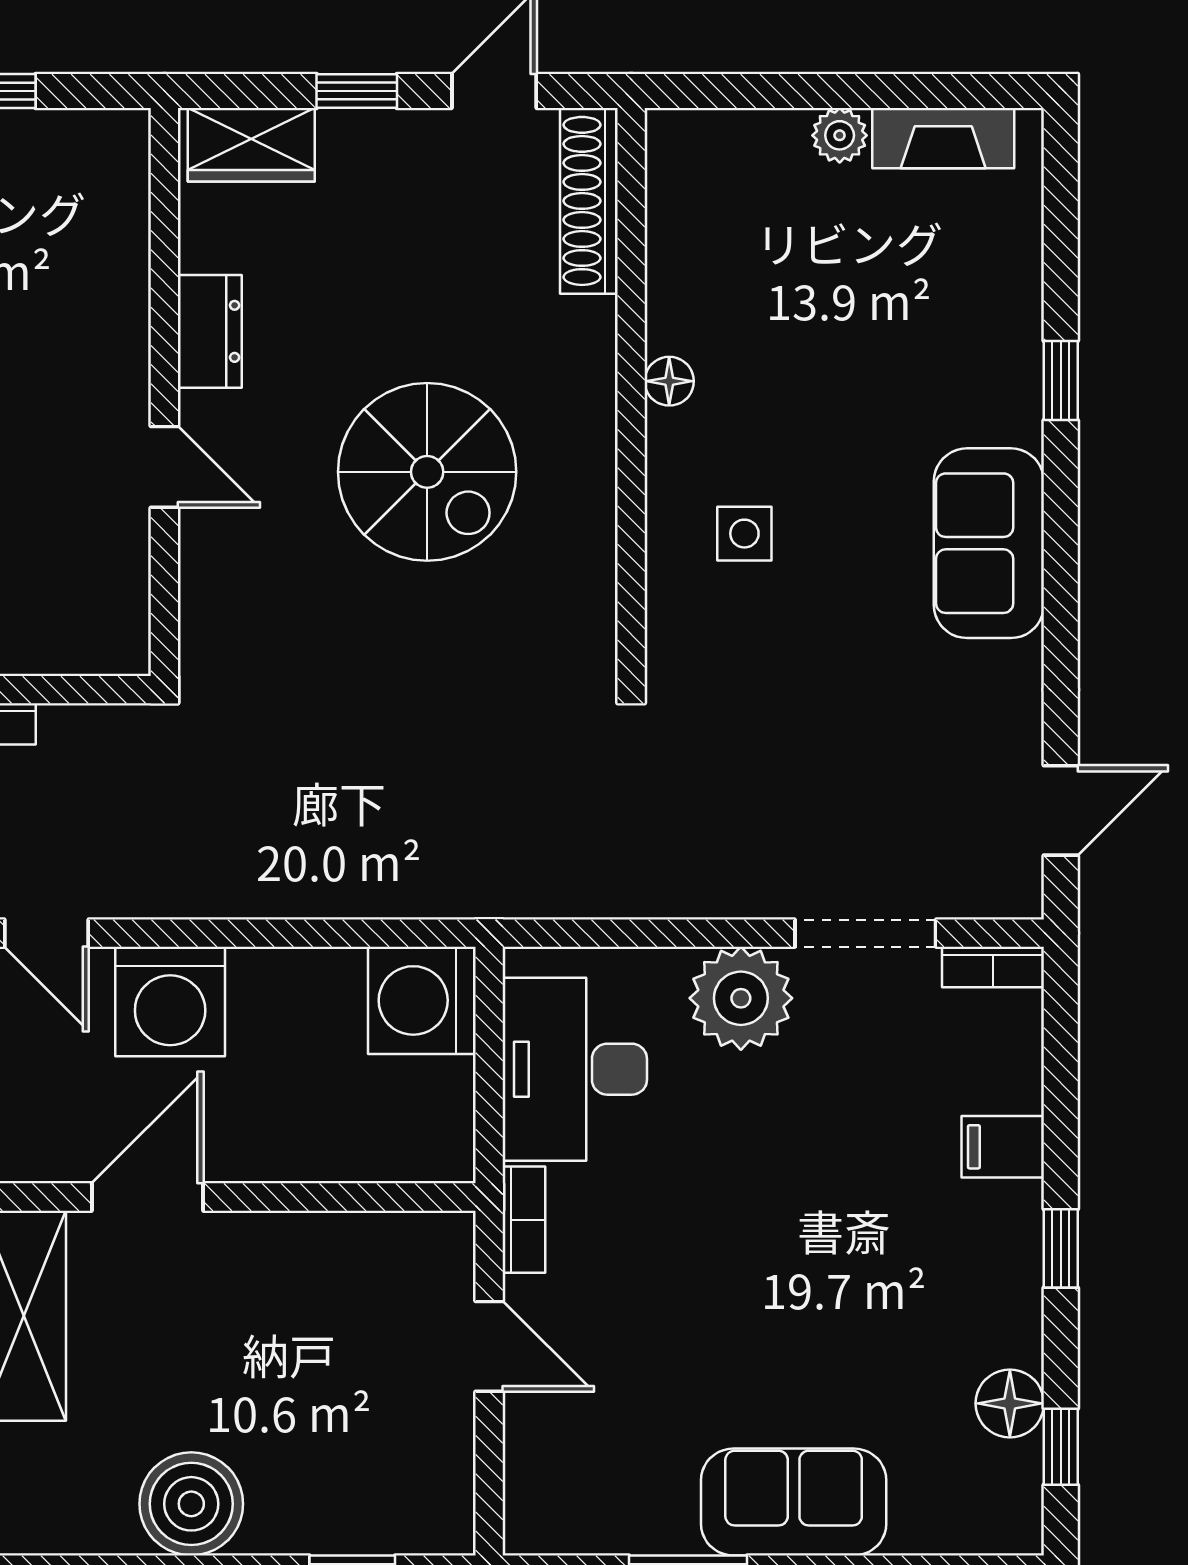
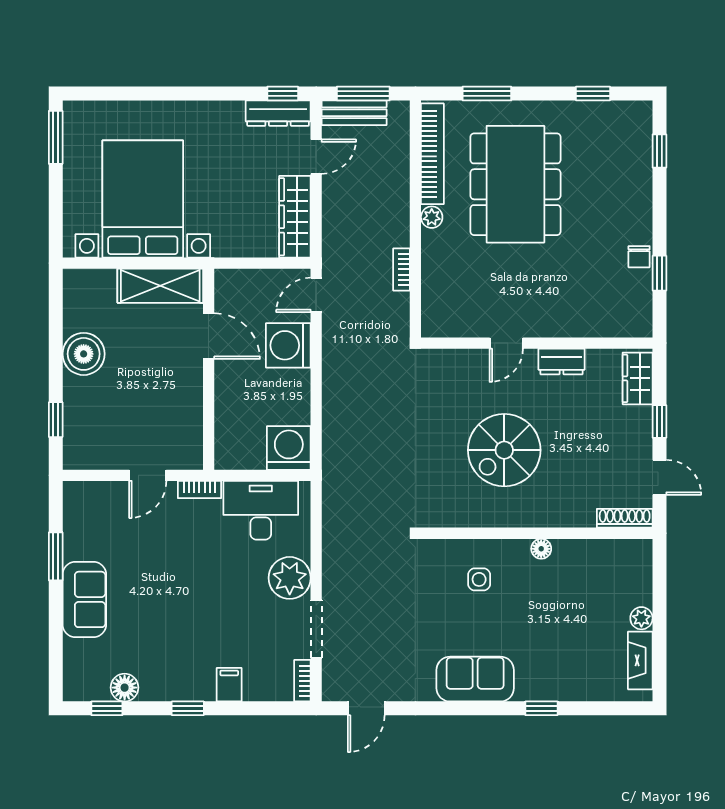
shoe rack: (589, 201) -> (625, 518), width x0.74, depth x0.81
door: (1061, 810) -> (366, 708), hinge flipped

